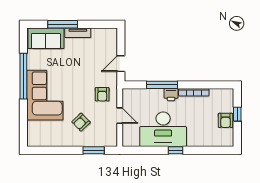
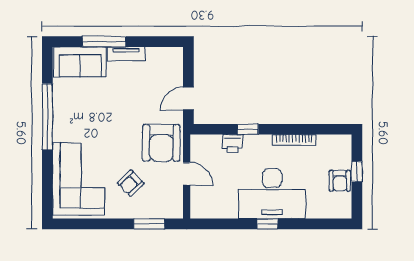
window: (162, 85) -> (248, 129), width x0.46
armchair: (102, 94) -> (161, 143), width x1.88, depth x1.88
corner sofa: (45, 95) -> (78, 179), moved
printer: (171, 95) -> (232, 143), moved
desk: (163, 129) -> (272, 194), moved

